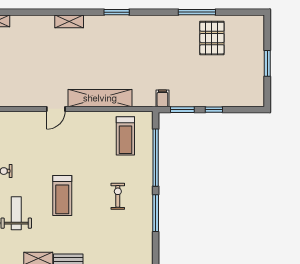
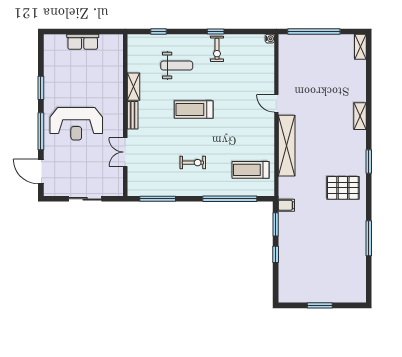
pallet: (212, 38) -> (343, 188), moved
window: (156, 213) -> (158, 199), moved

